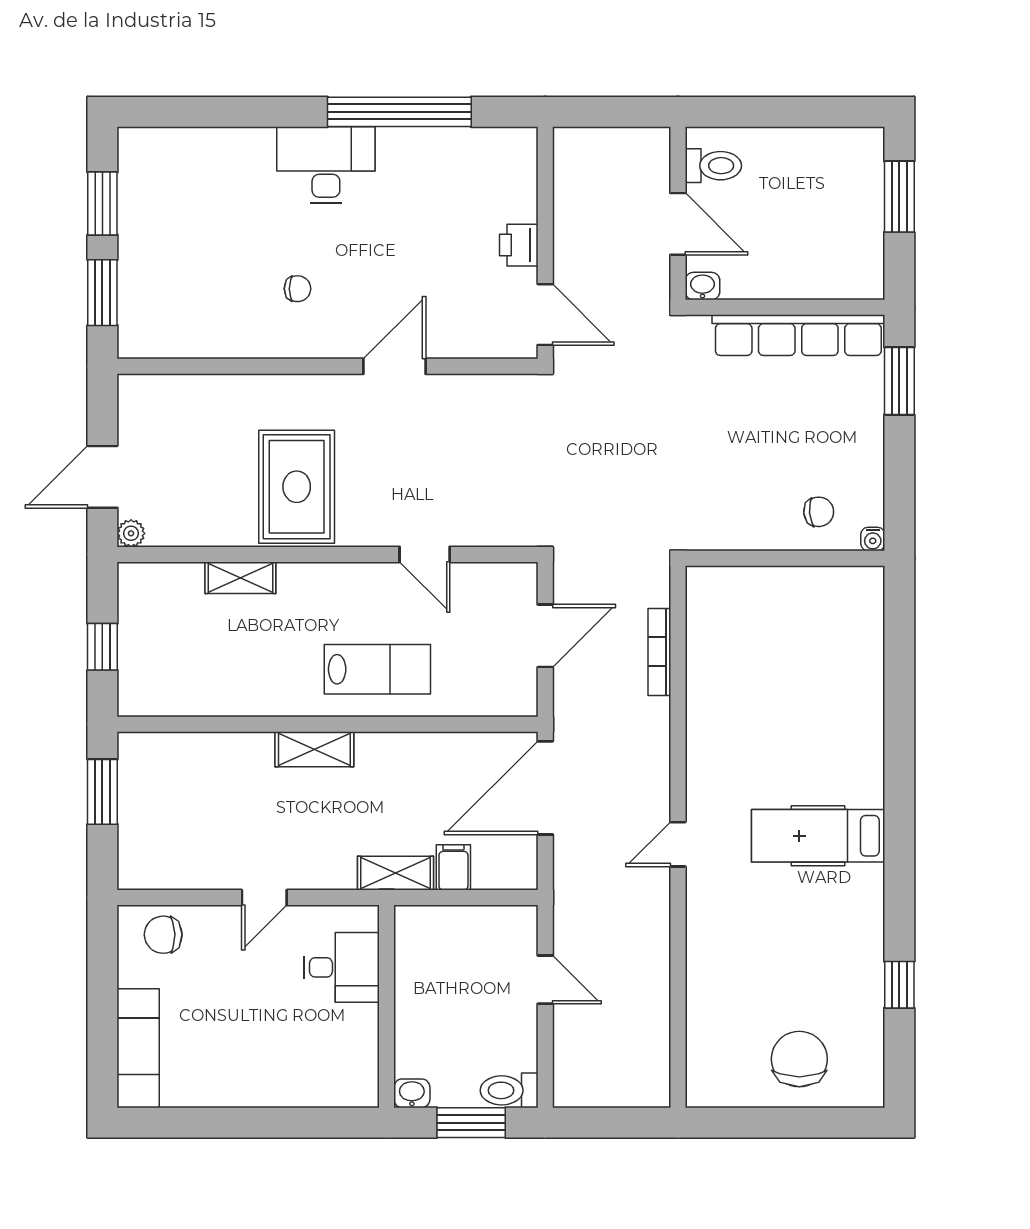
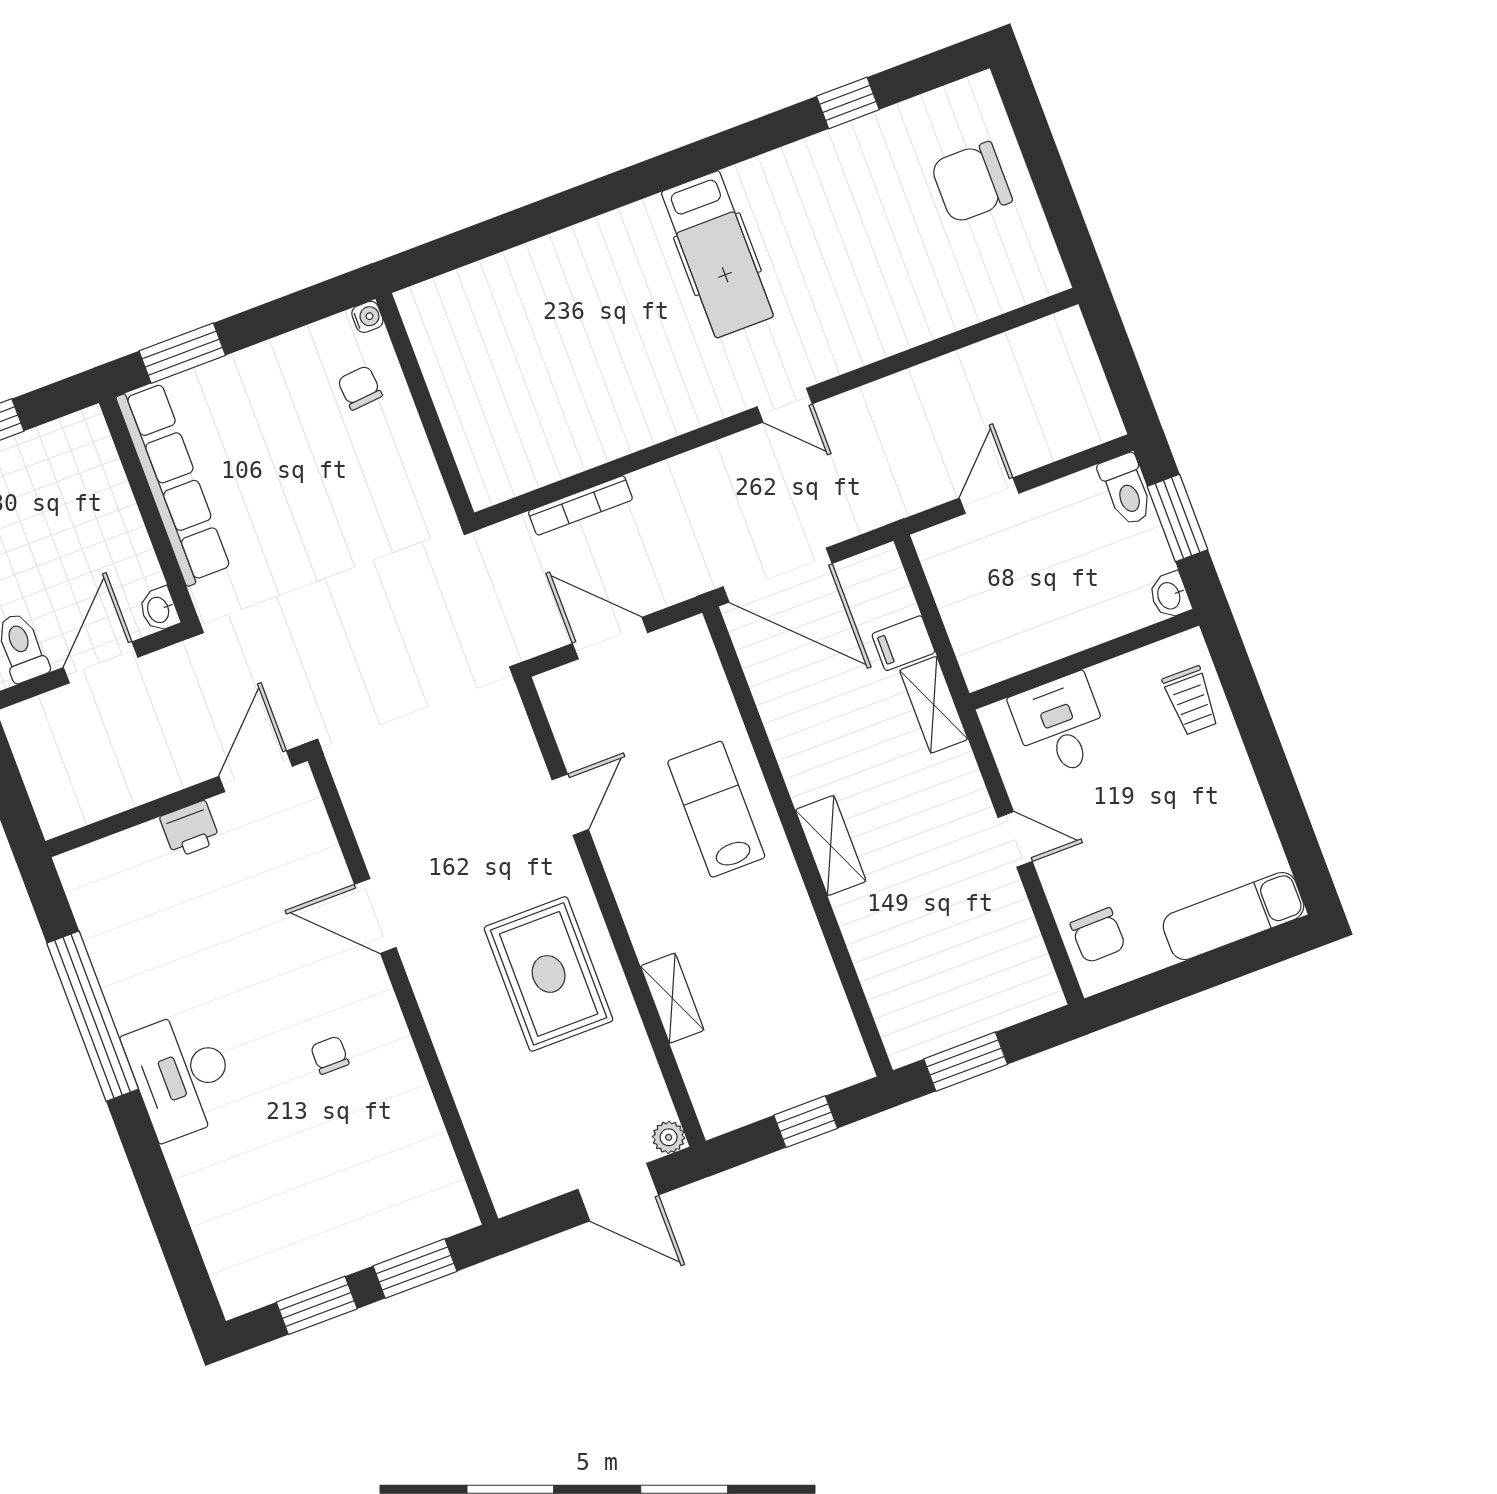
rug: (297, 487) -> (549, 974), turned 90
trolley: (322, 1079) -> (1191, 701), added

